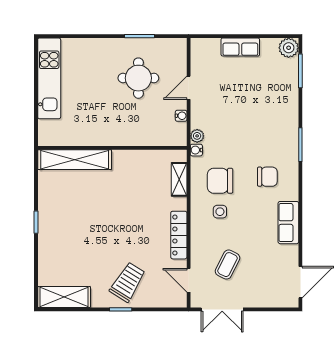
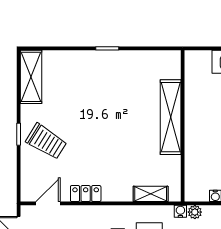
shelving: (75, 160) -> (171, 117), moved
locker: (179, 235) -> (86, 194), width x0.66

